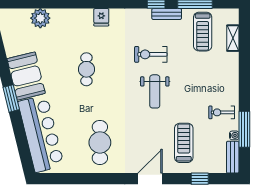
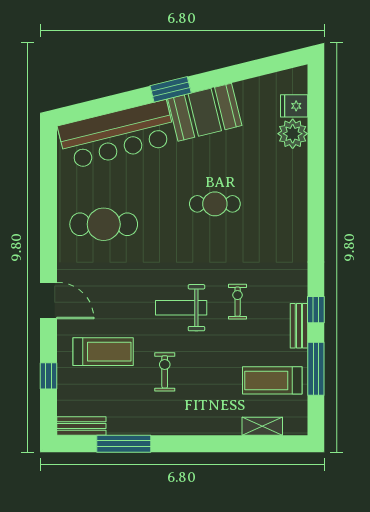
fridge: (101, 17) -> (294, 106), moved
exercise bike: (151, 54) -> (238, 302), width x0.73, depth x0.72
exercise bike: (222, 112) -> (165, 372), moved
water cooler: (234, 135) -> (114, 428), removed

